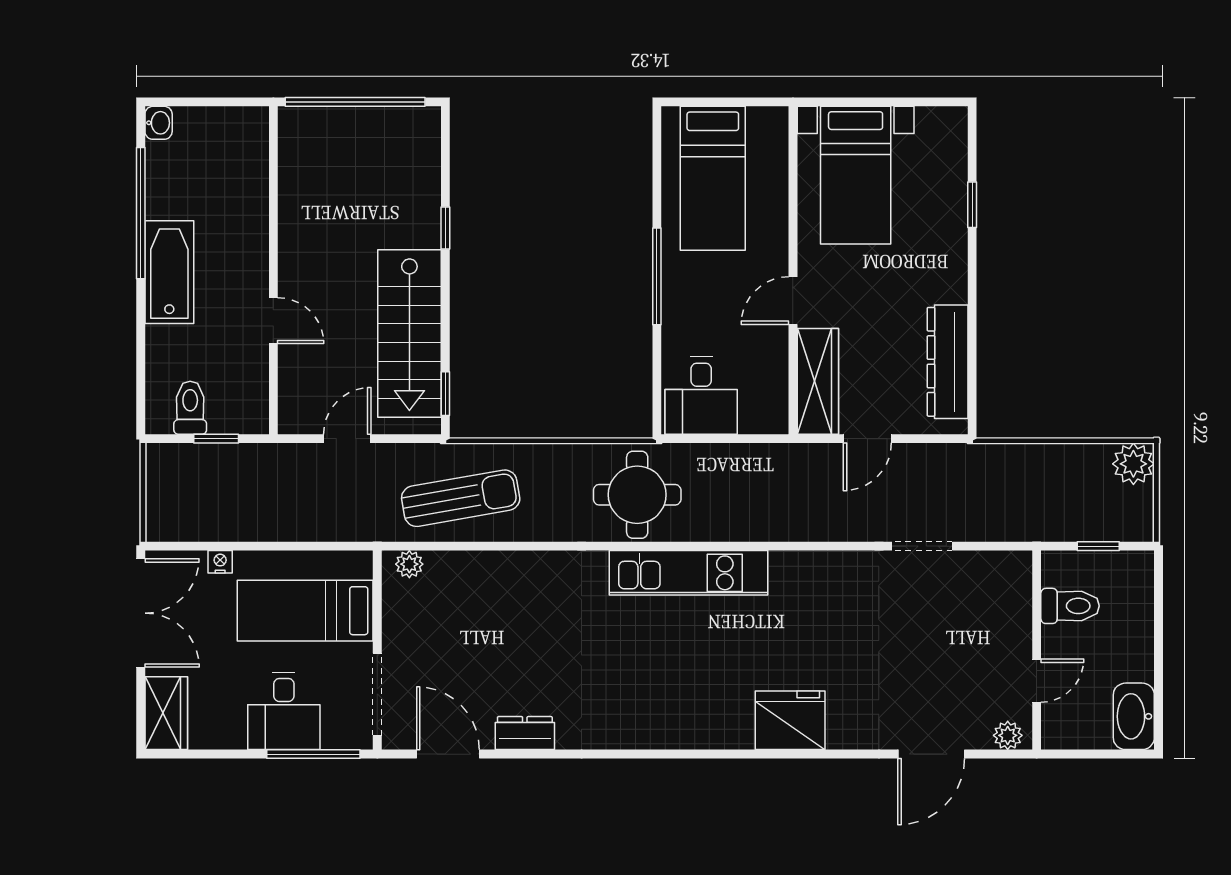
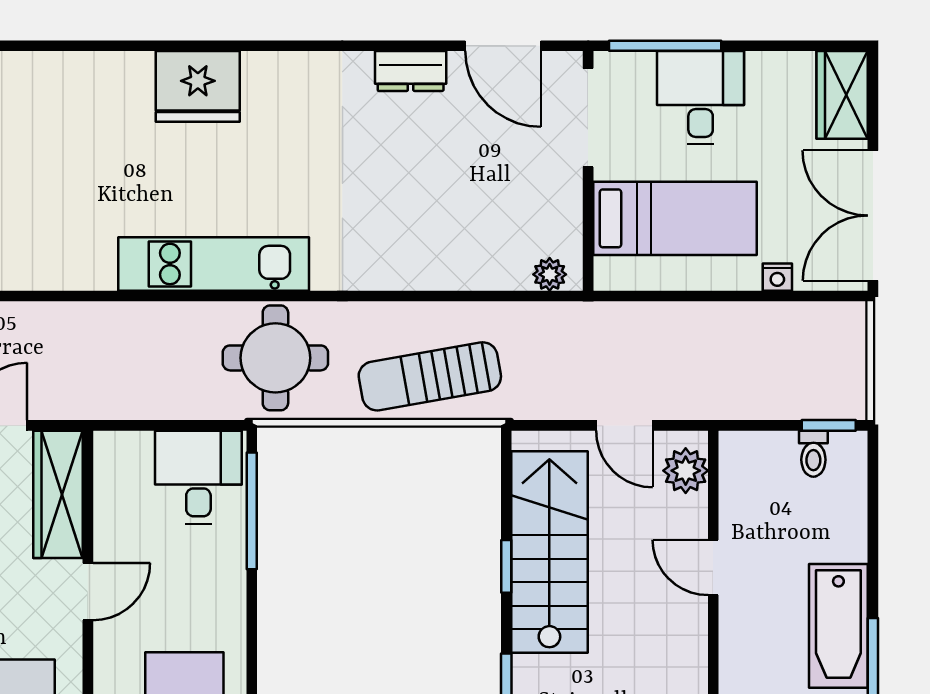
window: (657, 276) -> (252, 511), moved
window: (445, 394) -> (506, 566), moved
plant: (296, 401) -> (686, 471), added
toilet: (190, 408) -> (813, 454), width x0.73, depth x0.72
window: (216, 439) -> (829, 425), moved
door: (347, 439) -> (624, 425), hinge flipped
sun lounger: (461, 498) -> (430, 376), moved
fridge: (790, 720) -> (198, 86), moved

